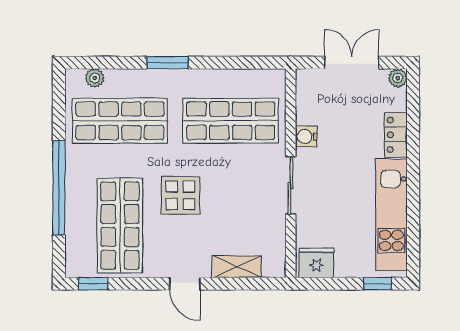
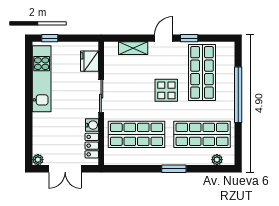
locker: (396, 135) -> (92, 146), moved, turned 180
fridge: (316, 263) -> (90, 61), moved, turned 90
window: (93, 284) -> (189, 38), moved
door: (185, 284) -> (164, 38), hinge flipped

